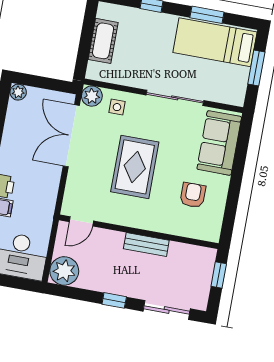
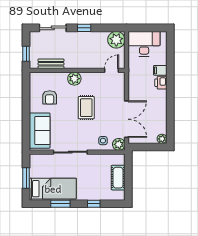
rug: (135, 167) -> (86, 108), width x0.73, depth x0.70
plant: (146, 219) -> (74, 79), added
bench: (146, 244) -> (51, 64), moved

